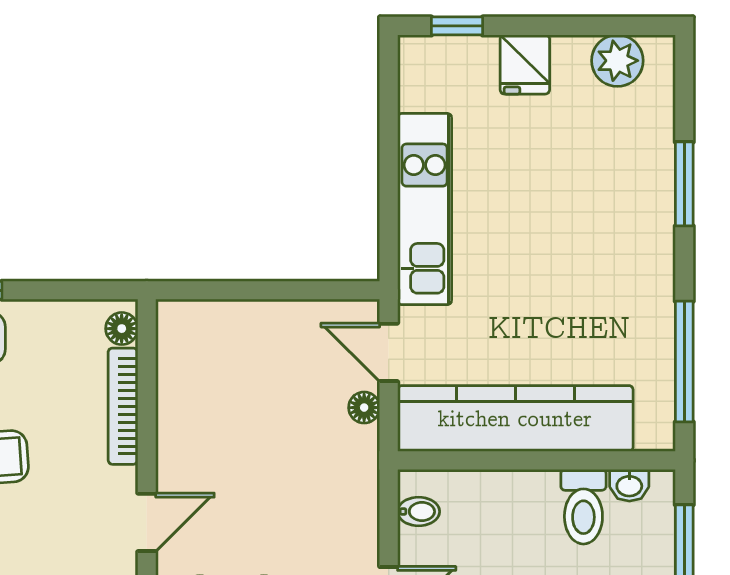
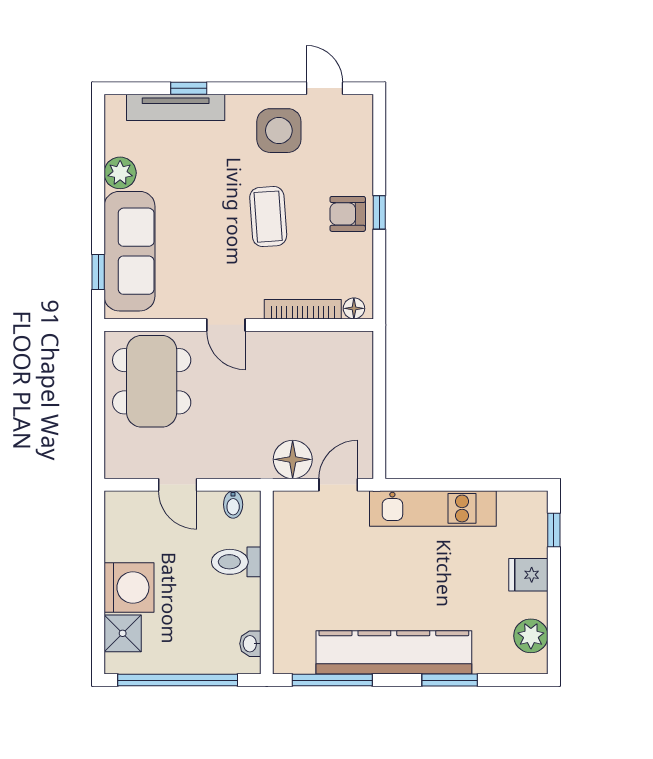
floor lamp: (364, 408) -> (293, 459), width x1.89, depth x1.89
kitchen counter: (515, 419) -> (394, 652), moved, turned -90
toilet: (583, 507) -> (236, 562), moved

